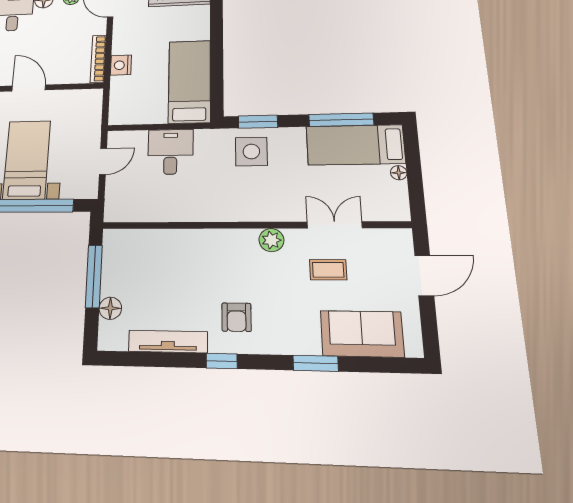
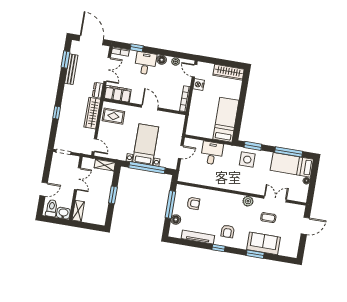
nightstand: (121, 65) -> (199, 84), moved
armchair: (146, 265) -> (193, 203), added
sofa: (362, 334) -> (263, 243), moved

